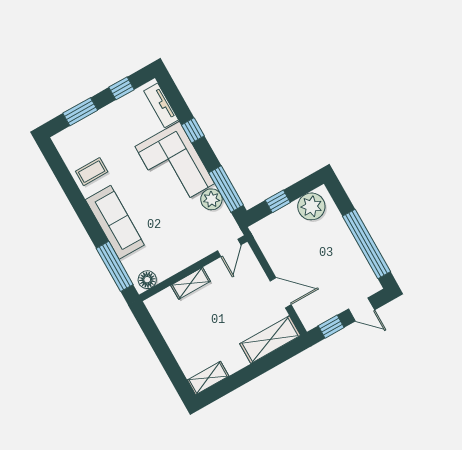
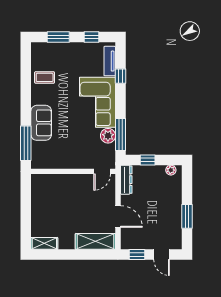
window: (193, 130) -> (121, 76), moved
plant: (311, 206) -> (171, 170), width x0.53, depth x0.53
sofa: (115, 222) -> (41, 123), width x0.73
dresser: (265, 241) -> (126, 180), added
window: (366, 244) -> (187, 216), width x0.47
floor lamp: (147, 280) -> (41, 163), removed
shelving: (191, 283) -> (66, 180), removed

